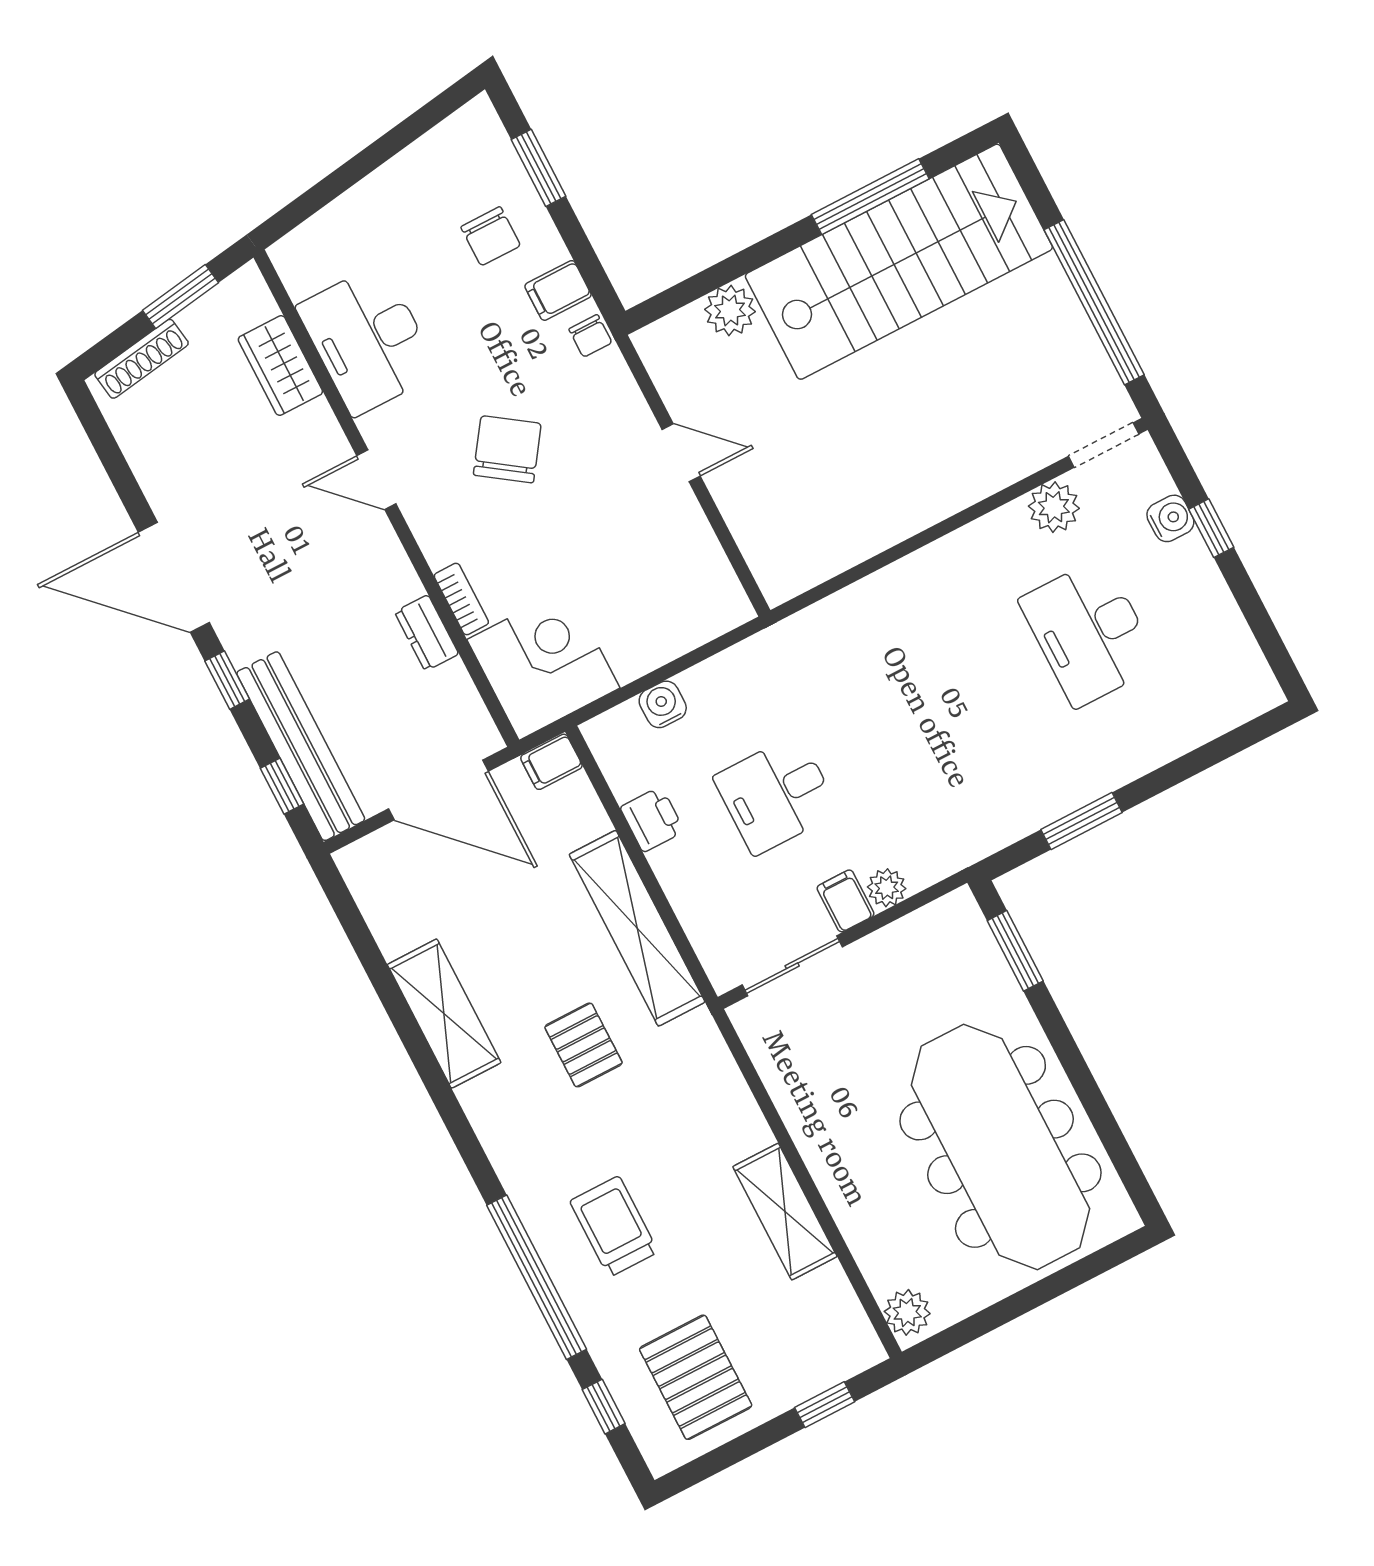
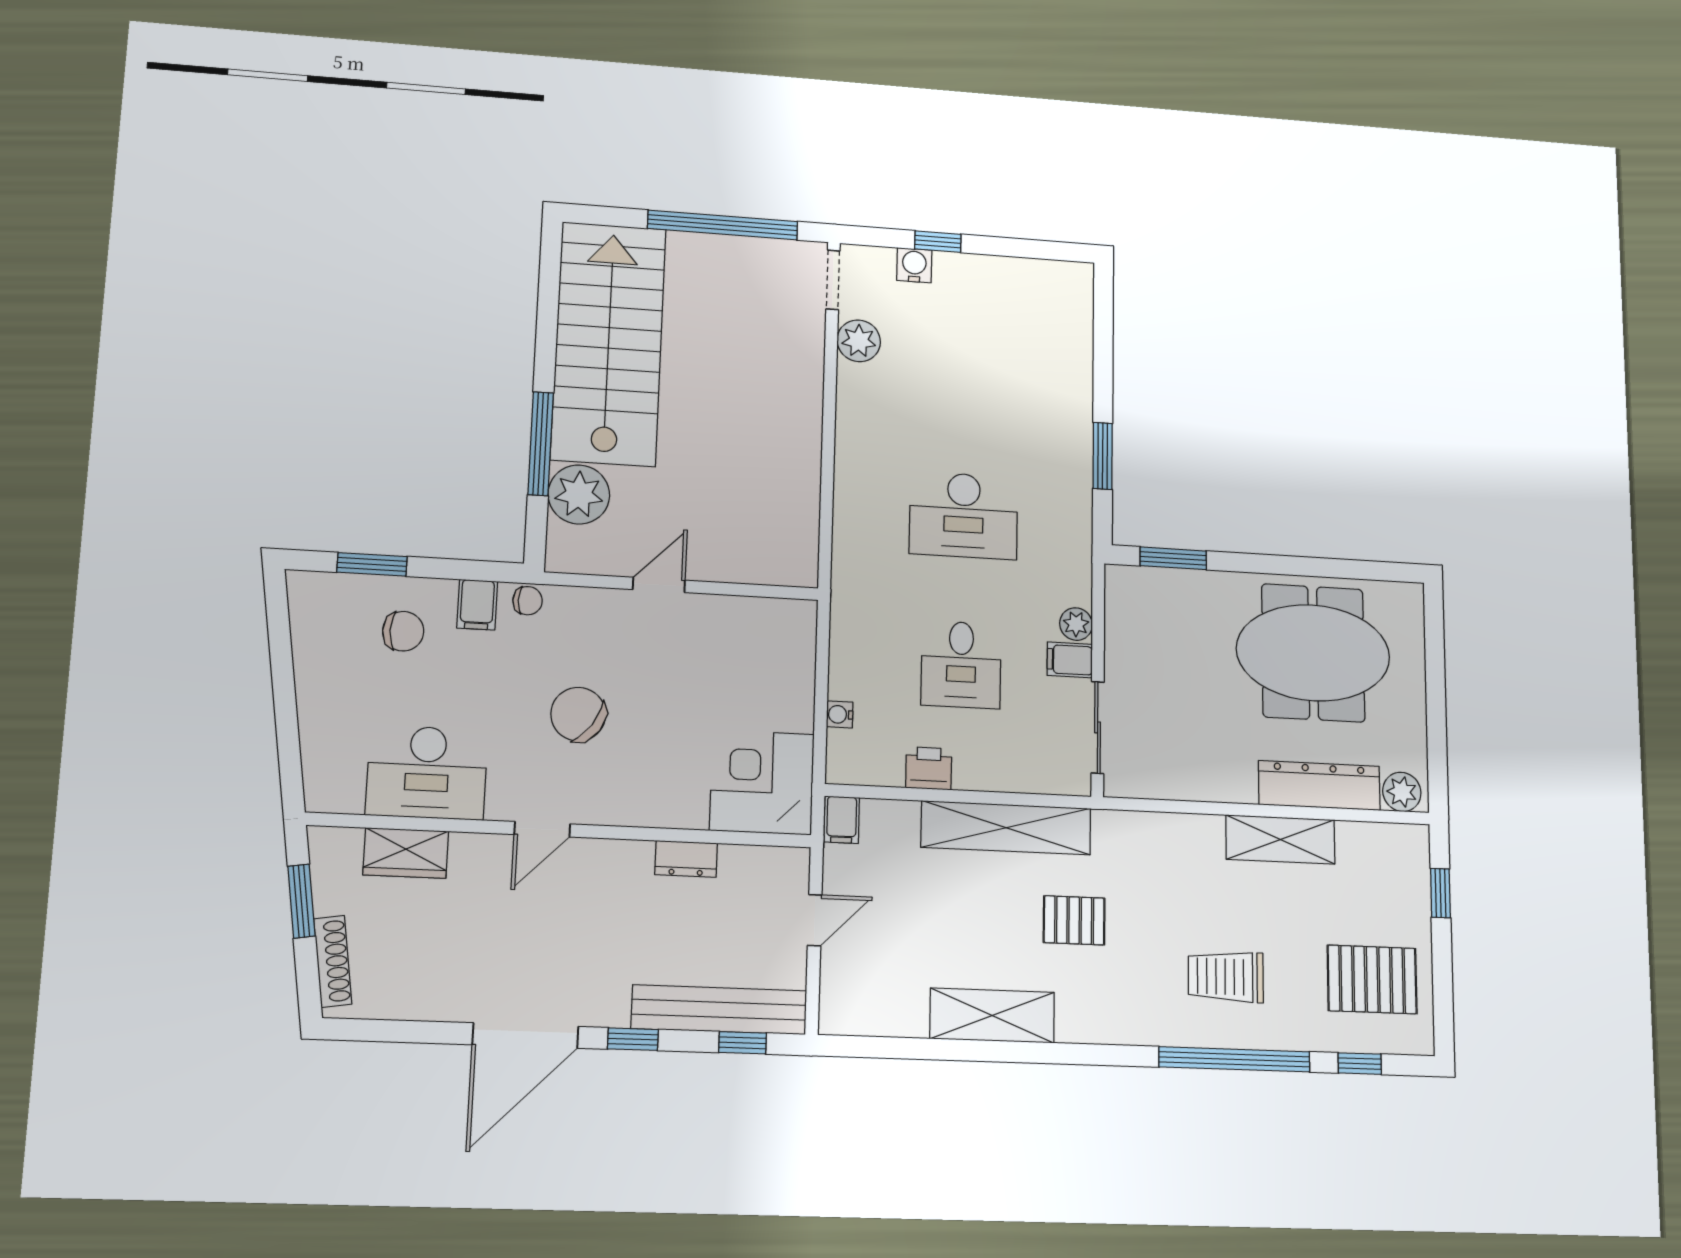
window: (870, 197) -> (541, 444), moved
plant: (730, 311) -> (579, 495), width x1.36, depth x1.36
bookcase: (461, 599) -> (675, 817), removed
desk: (1089, 632) -> (964, 515), moved
water cooler: (663, 704) -> (840, 714), width x0.72, depth x0.72
door: (438, 790) -> (815, 920), width x0.53
meeting table: (1000, 1147) -> (1313, 653), width x0.73
dresser: (864, 1223) -> (1319, 785), added

